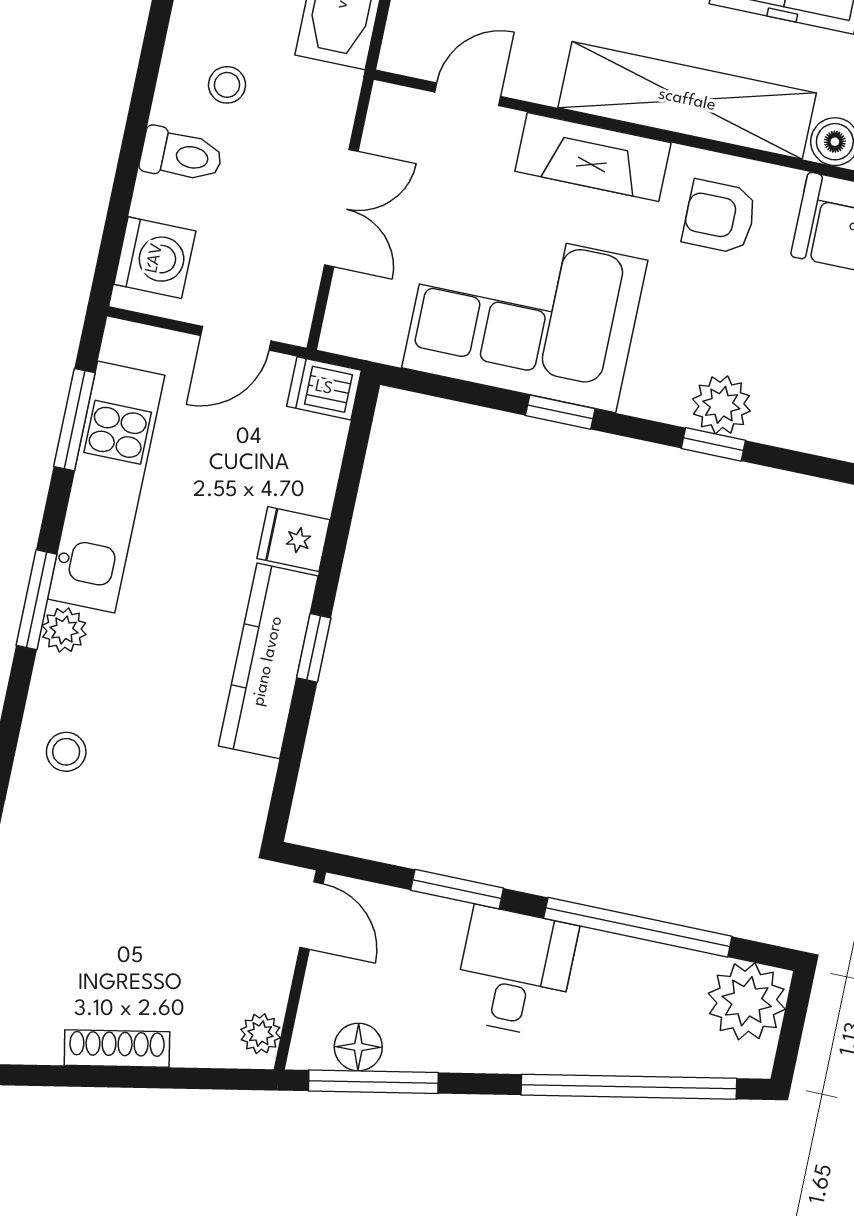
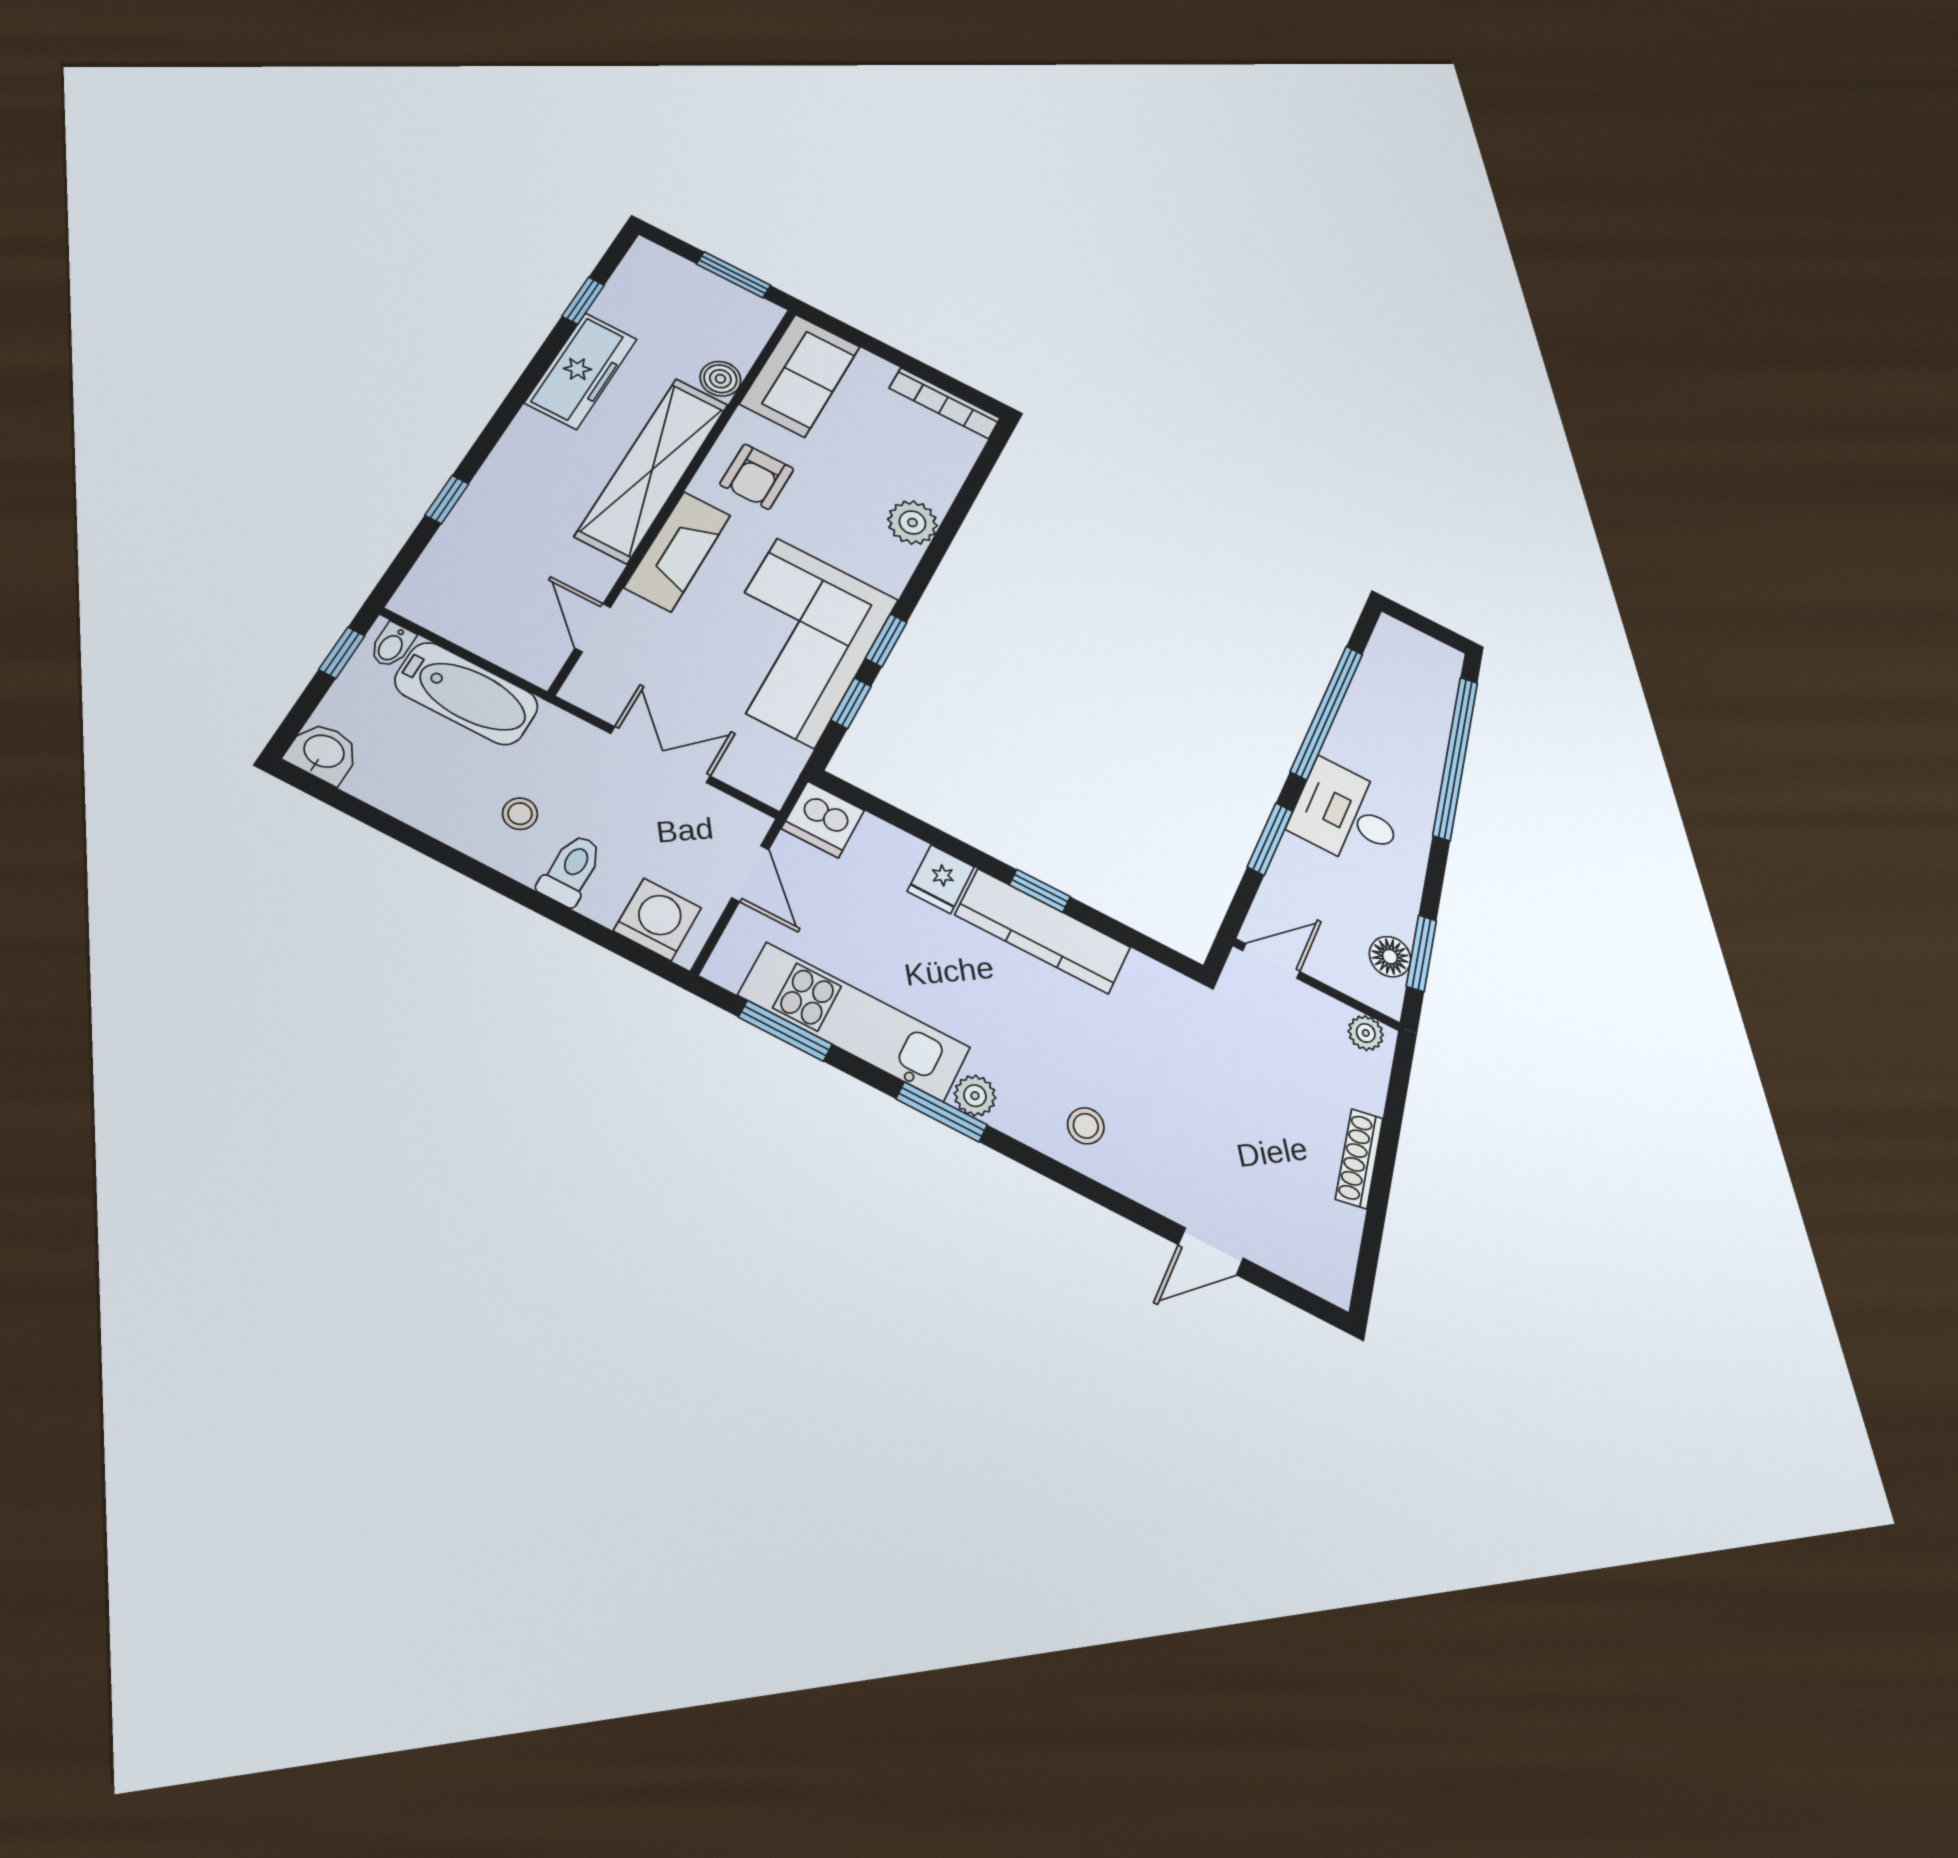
dishwasher: (324, 388) -> (823, 819), width x1.38
window: (713, 444) -> (851, 703), moved
plant: (747, 1001) -> (1400, 652), removed
window: (373, 1082) -> (1421, 953), width x0.69

